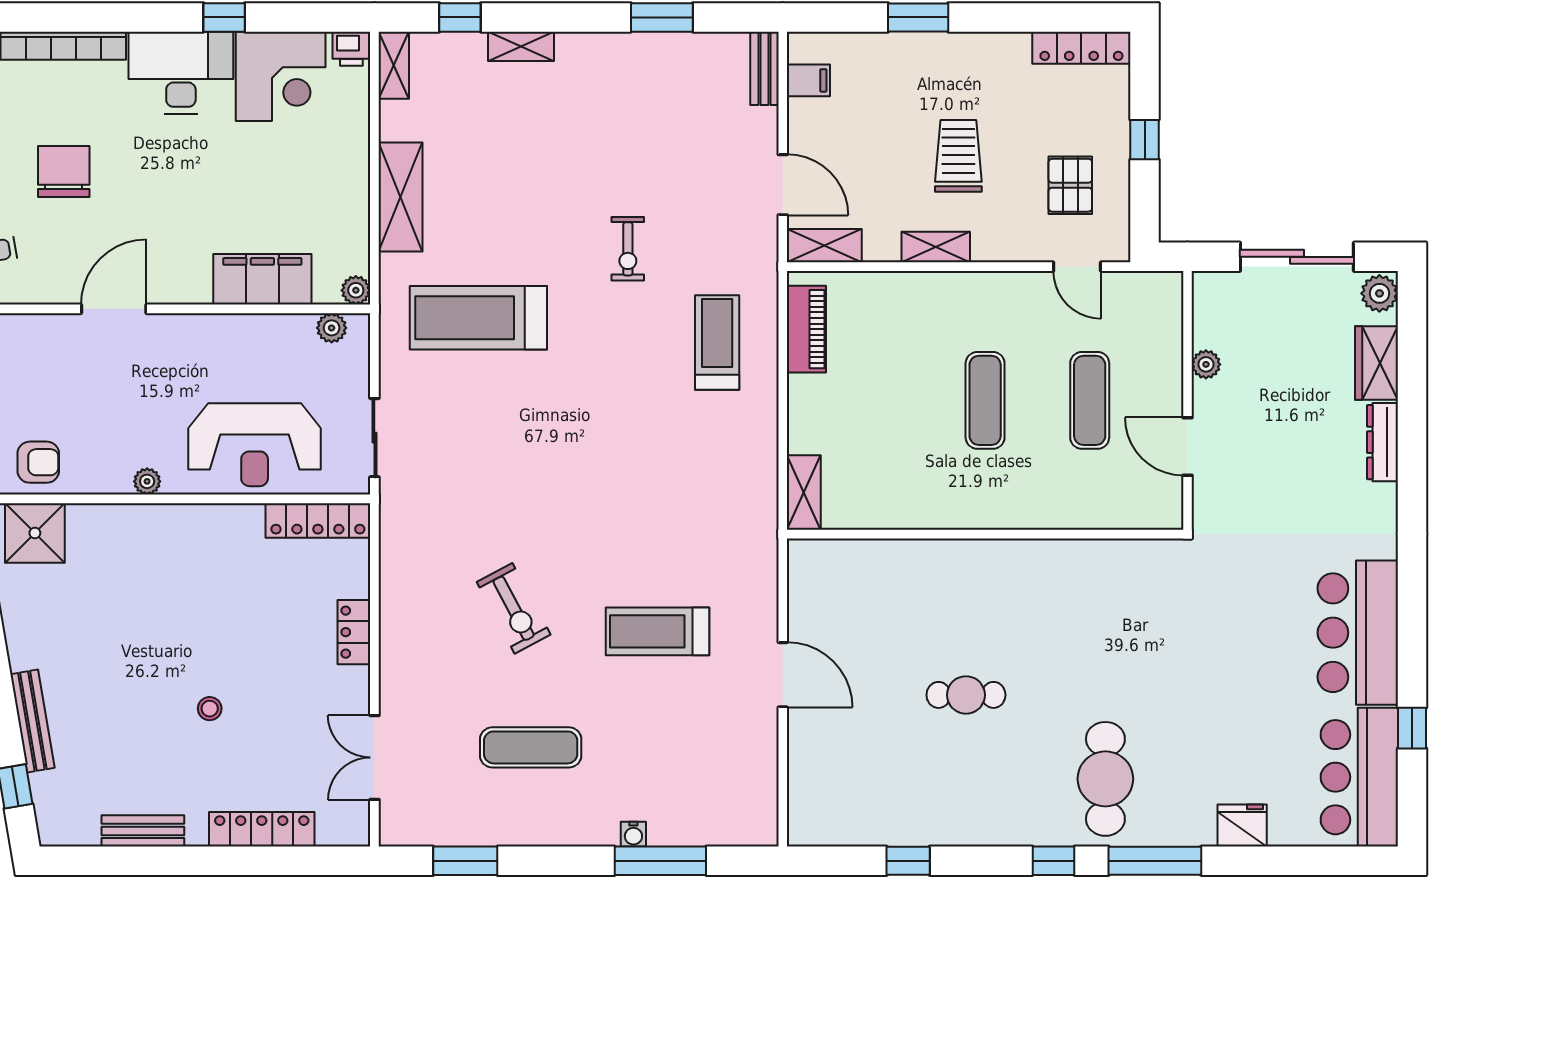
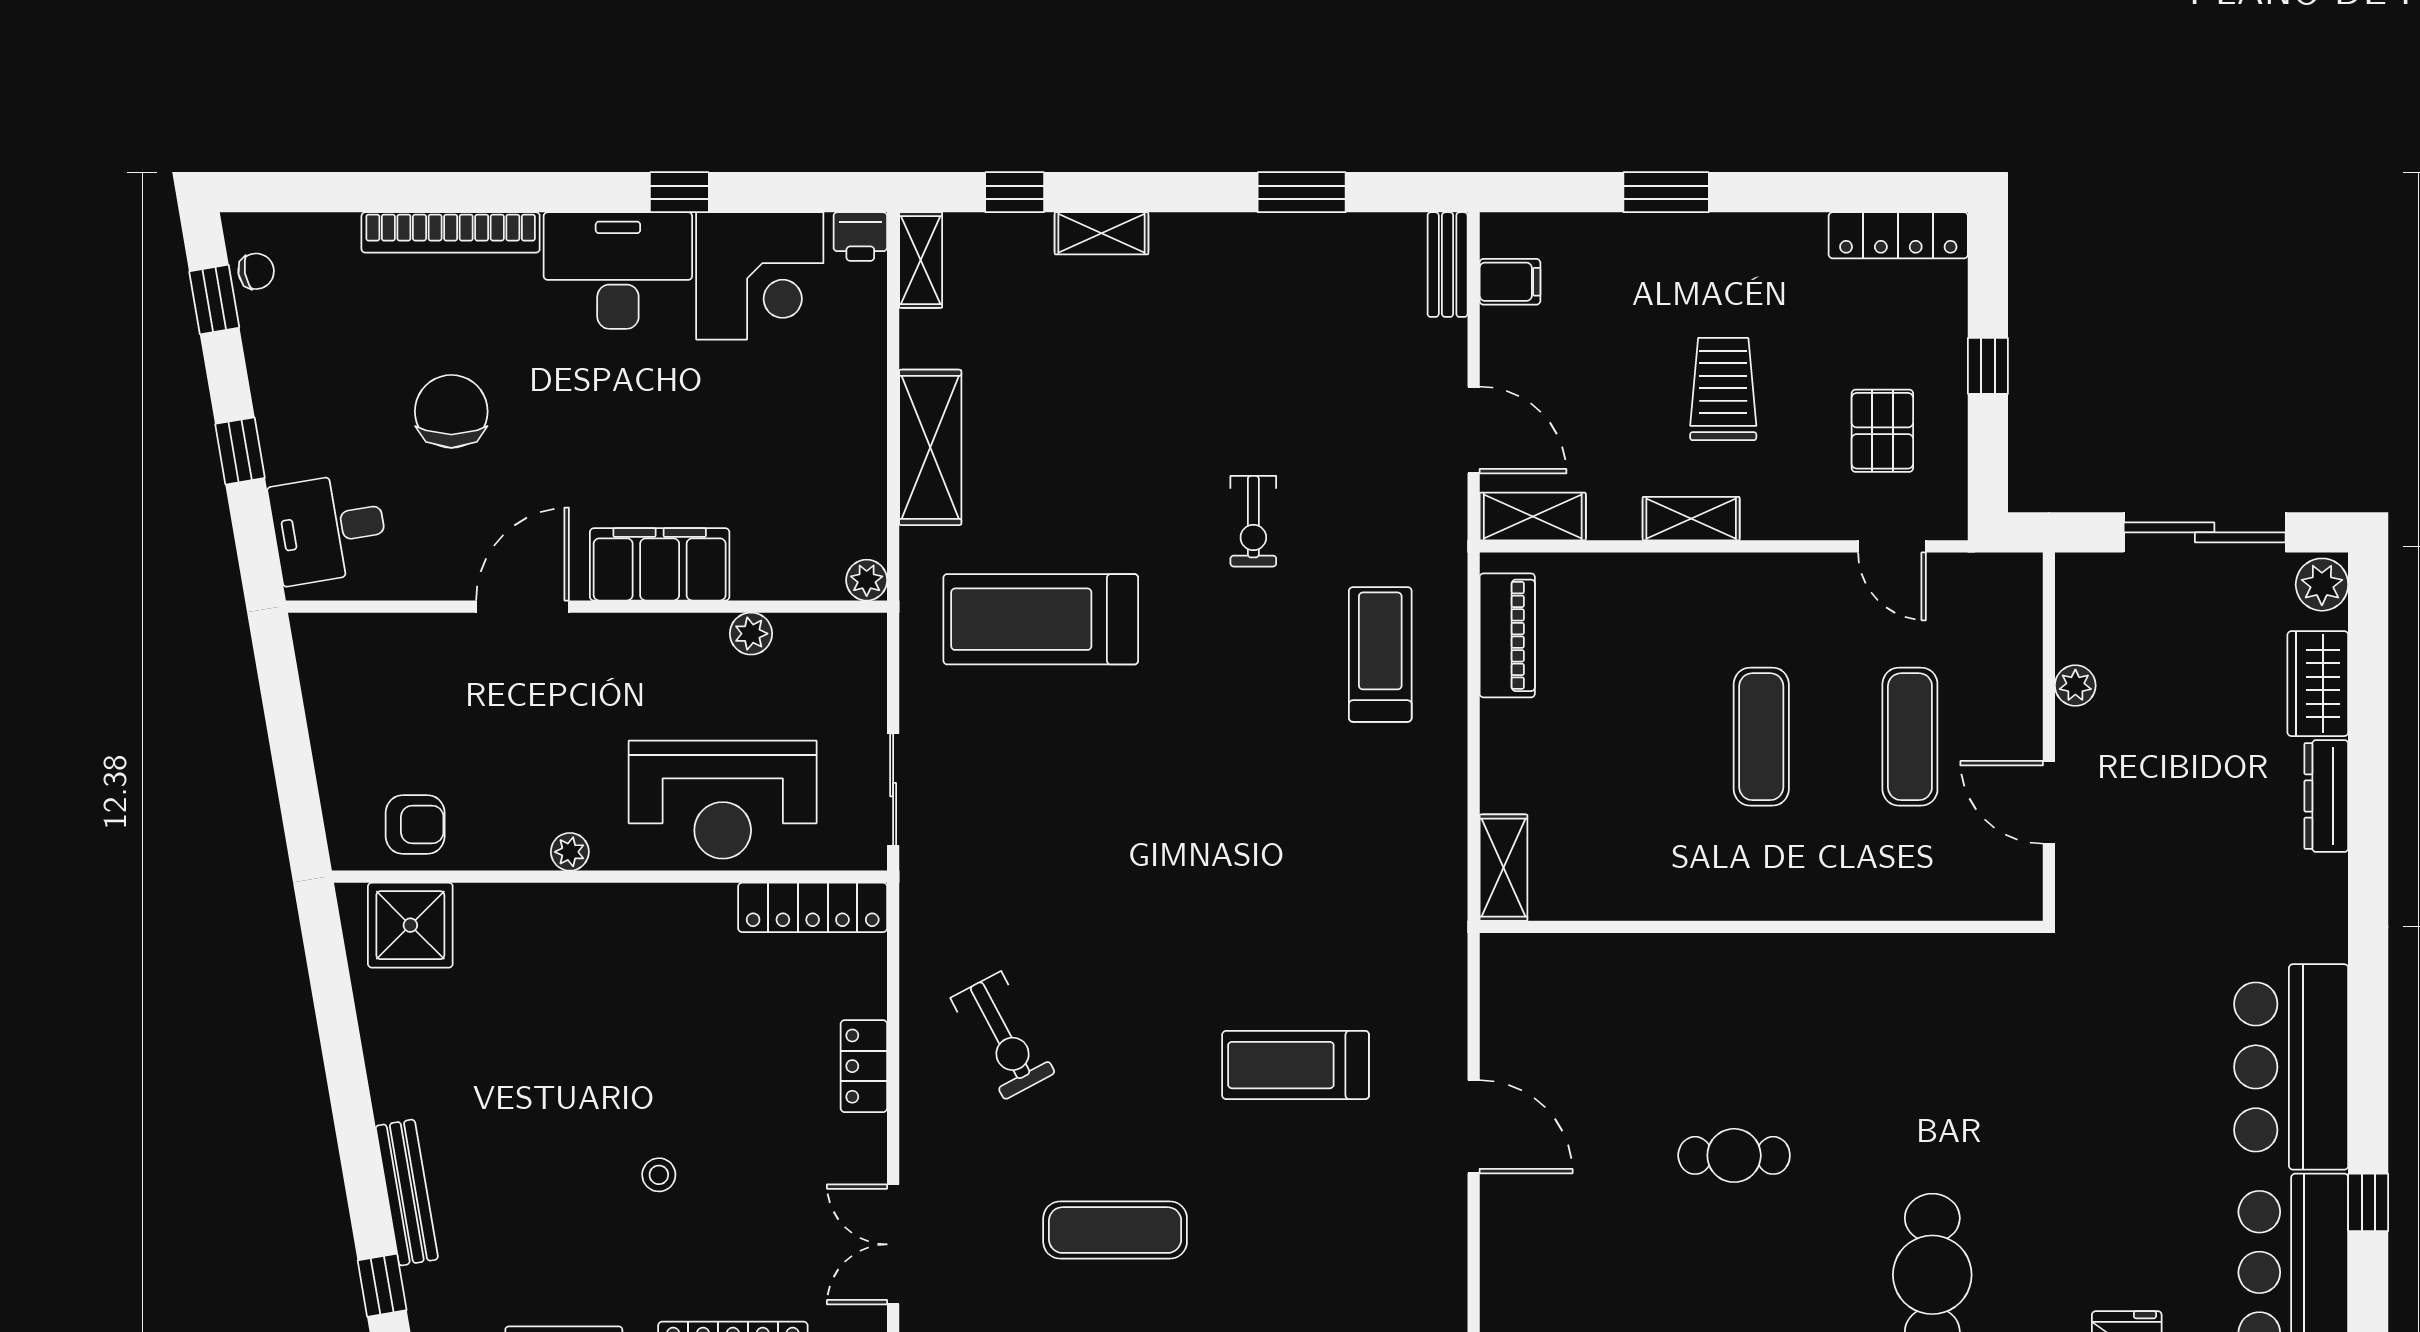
filing cabinet: (262, 279) -> (660, 564), moved
plant: (332, 328) -> (751, 634), moved
exercise bike: (514, 608) -> (1003, 1035), moved

